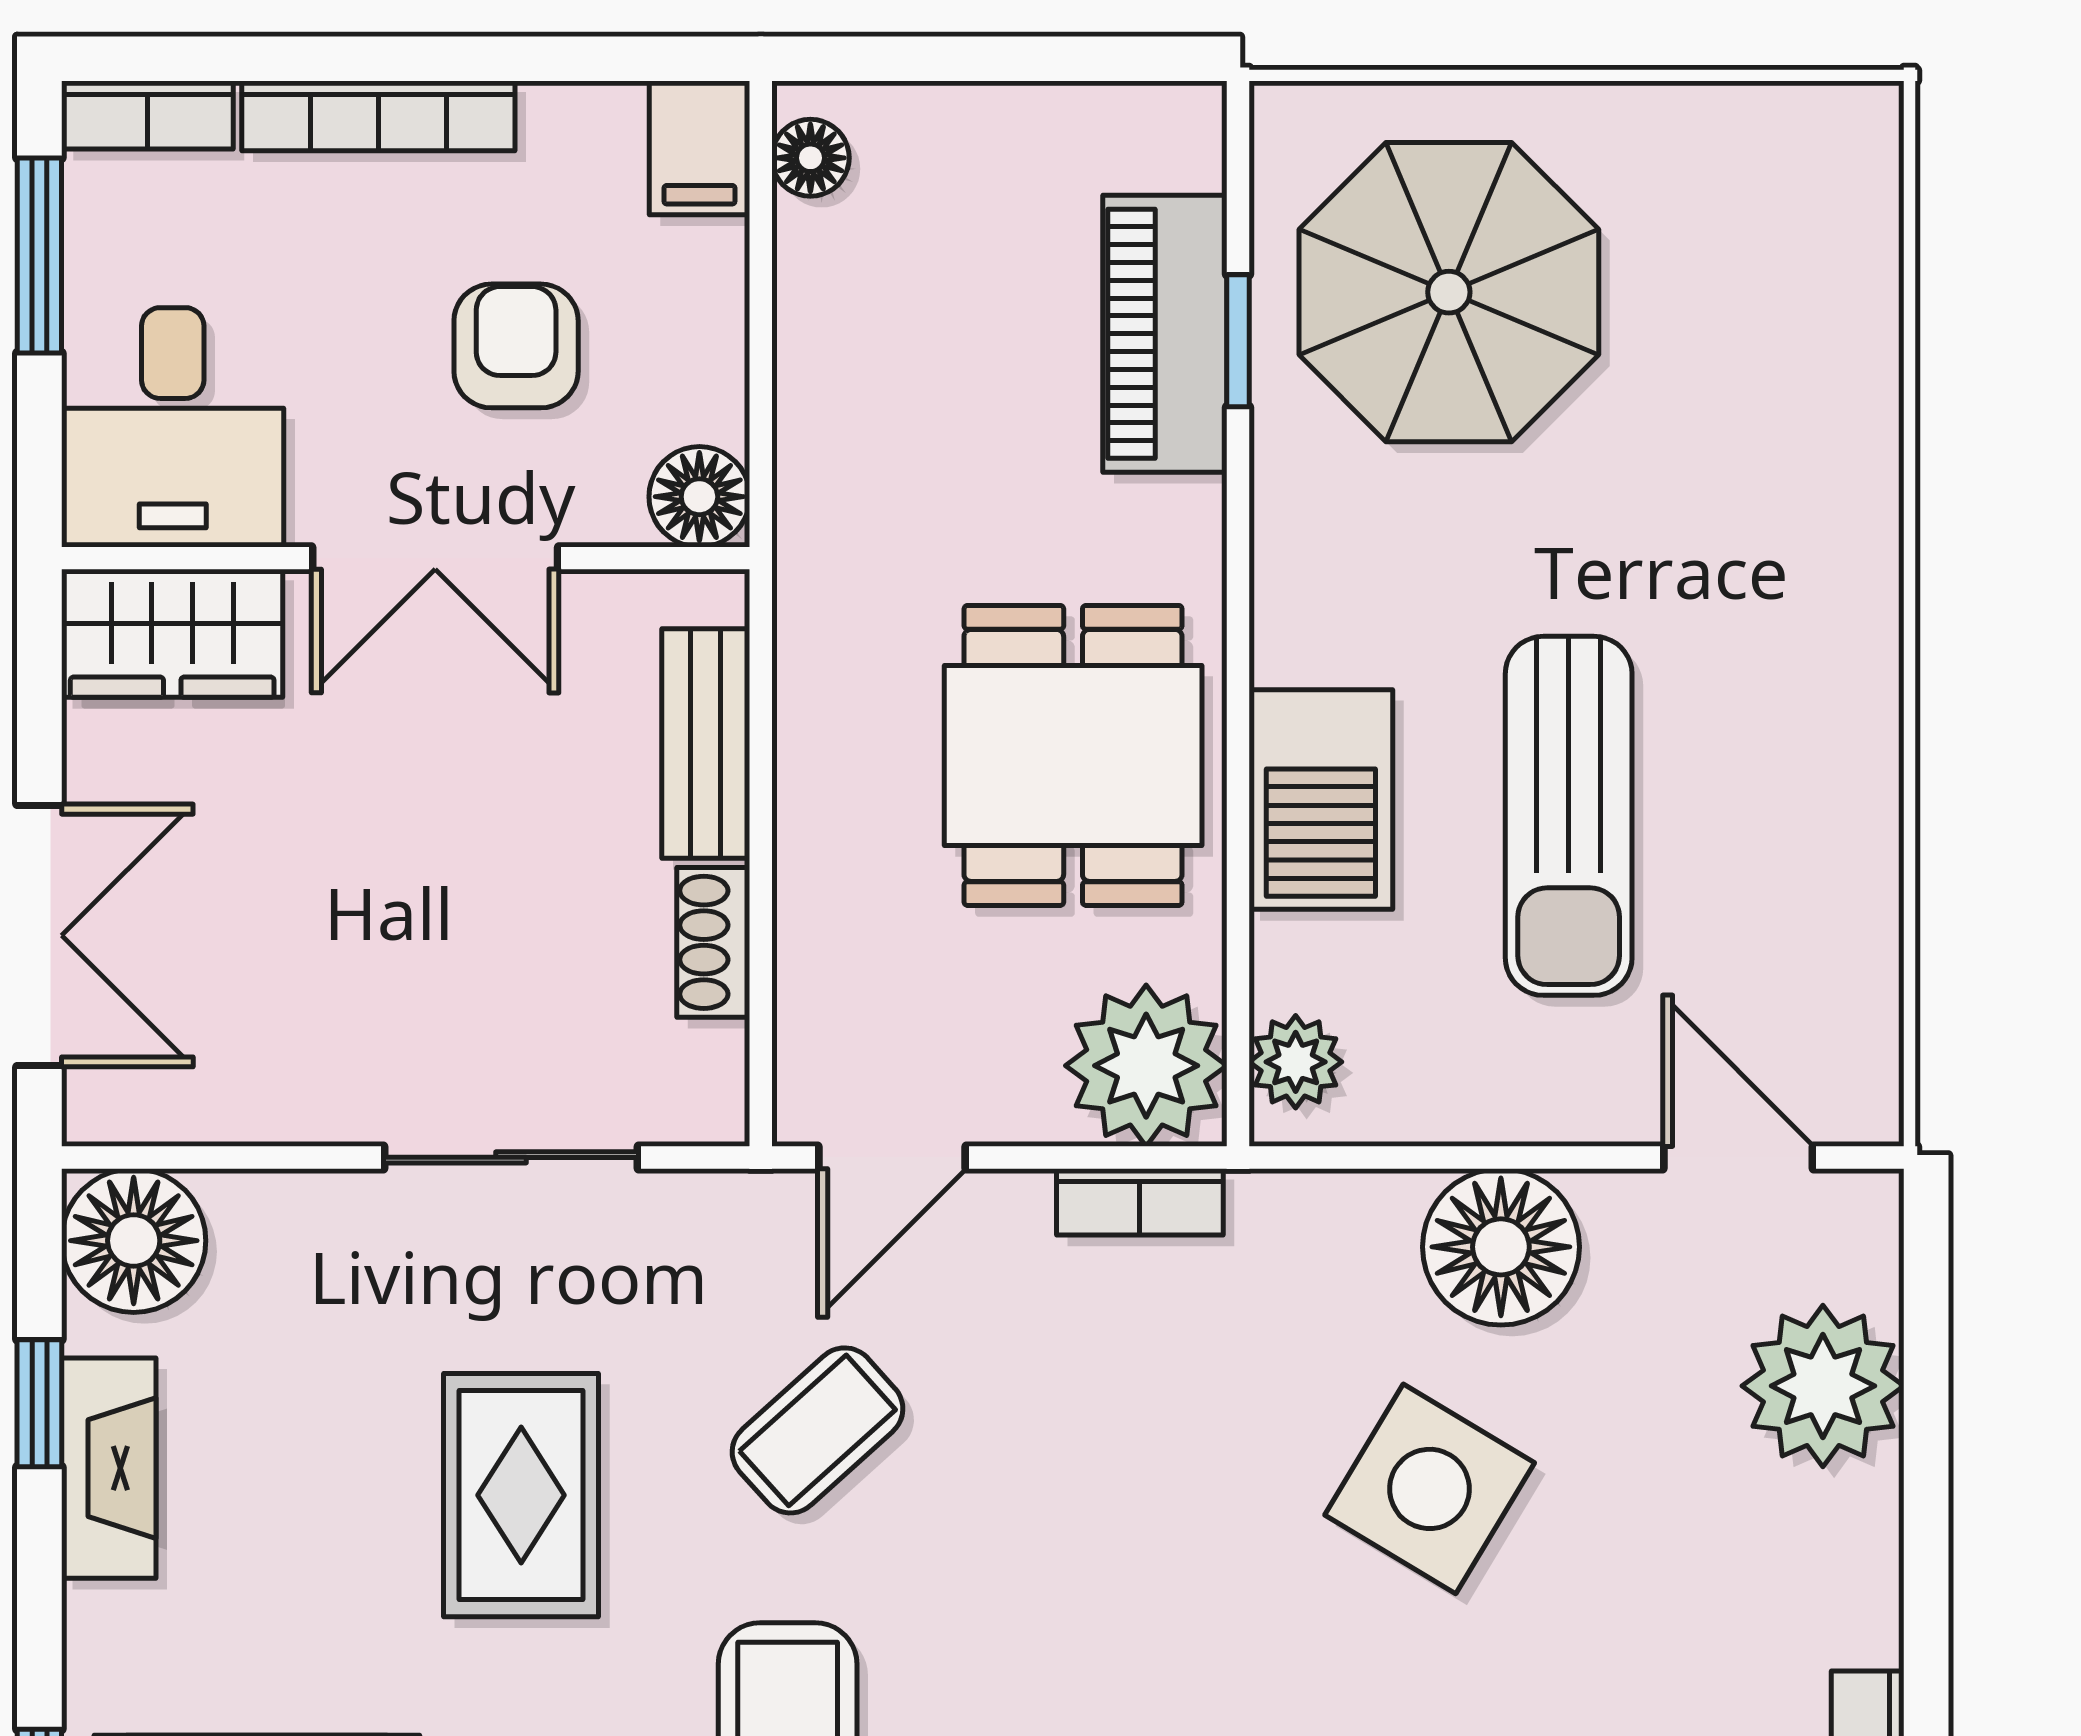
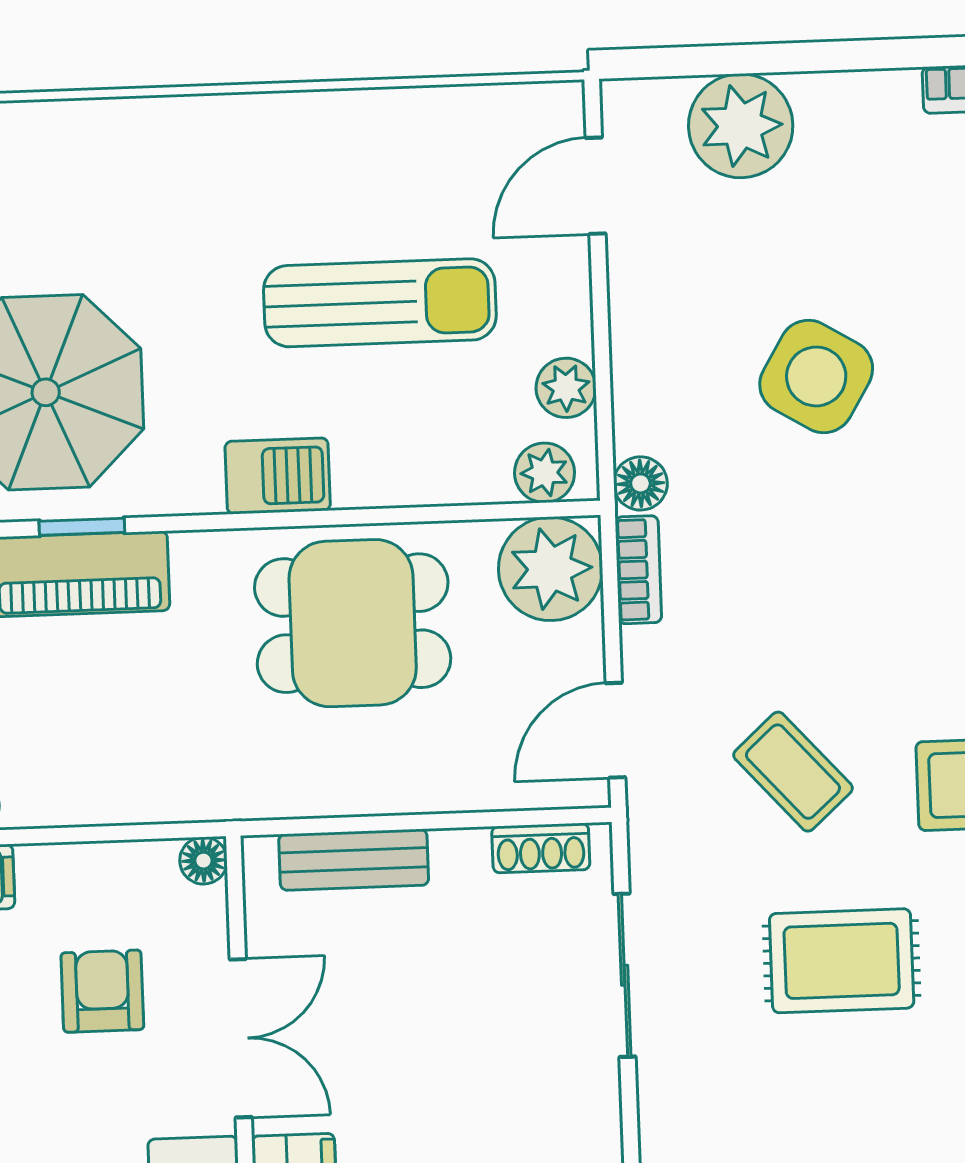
armchair: (516, 346) -> (102, 991), turned 90
floor lamp: (699, 497) -> (203, 861), width x0.73, depth x0.73
barbecue: (1321, 800) -> (278, 476), moved, width x0.73, depth x0.79
shoe rack: (713, 942) -> (541, 848), moved
plant: (1426, 1100) -> (566, 388), added
door: (892, 1157) -> (616, 730), swing flipped
floor lamp: (1501, 1247) -> (640, 483), moved, width x0.53, depth x0.53

